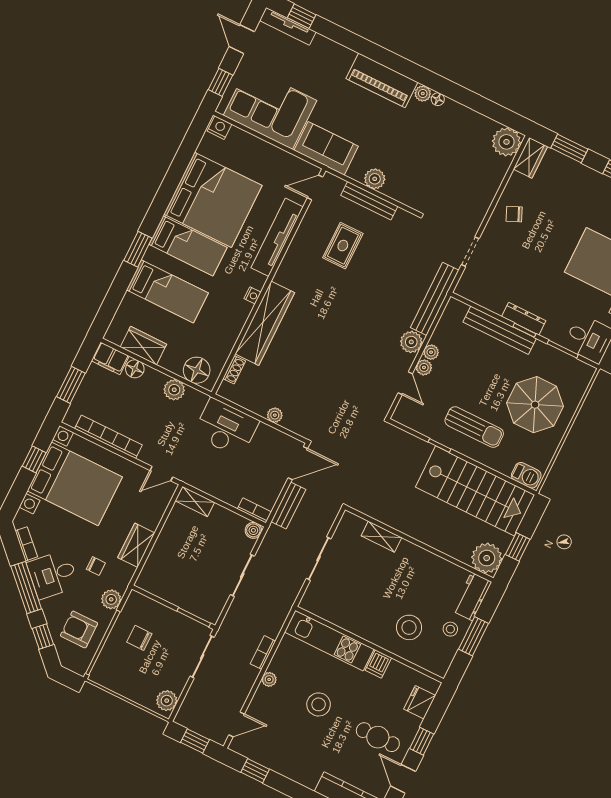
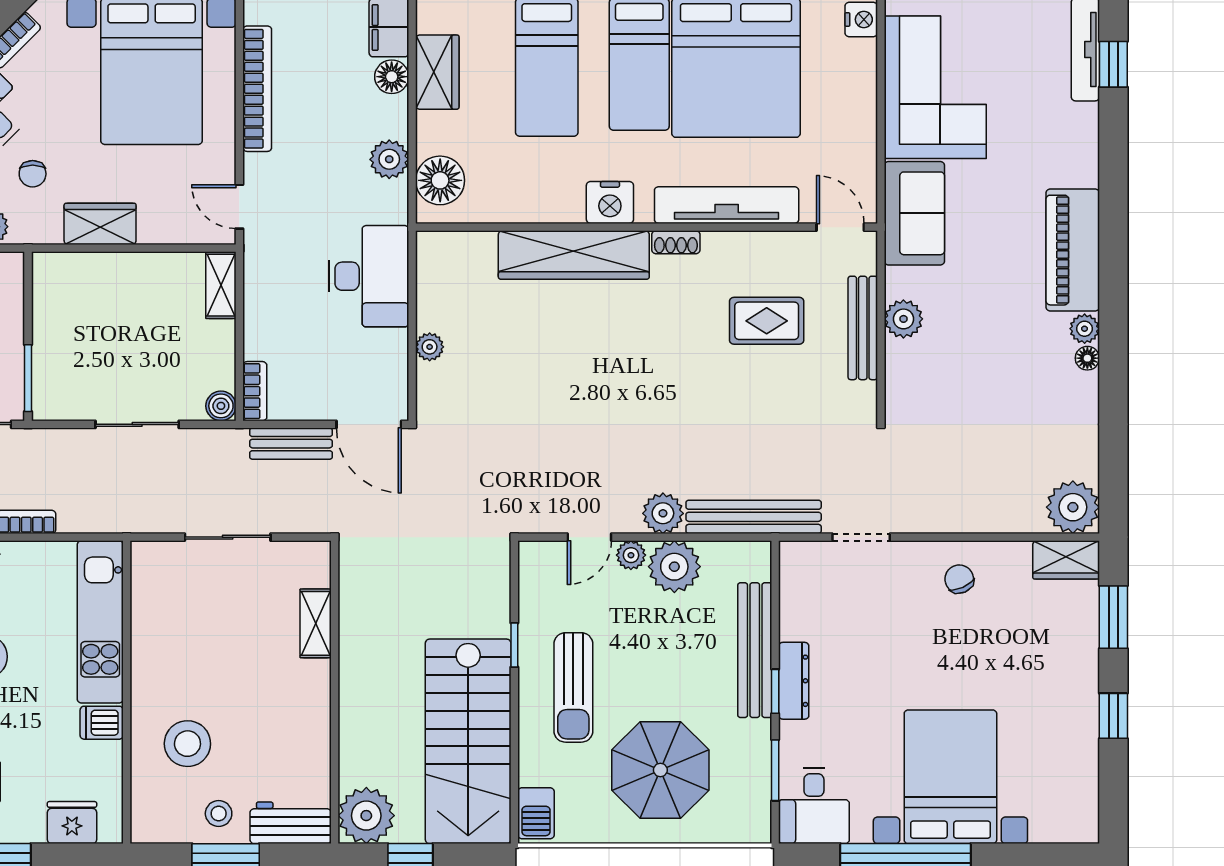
nightstand: (252, 295) -> (610, 202), width x1.89, depth x1.79
plant: (431, 352) -> (674, 567), width x1.88, depth x1.88
shoe rack: (234, 370) -> (676, 242), moved

